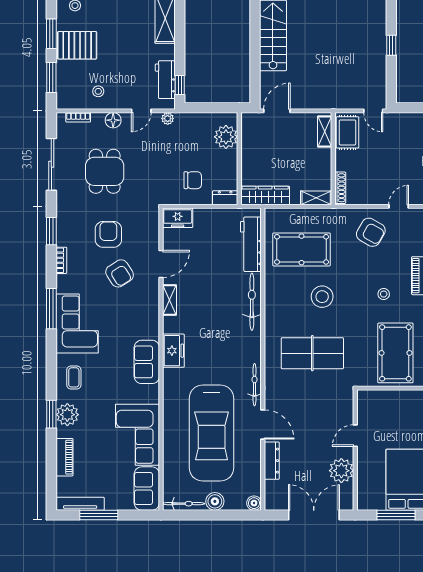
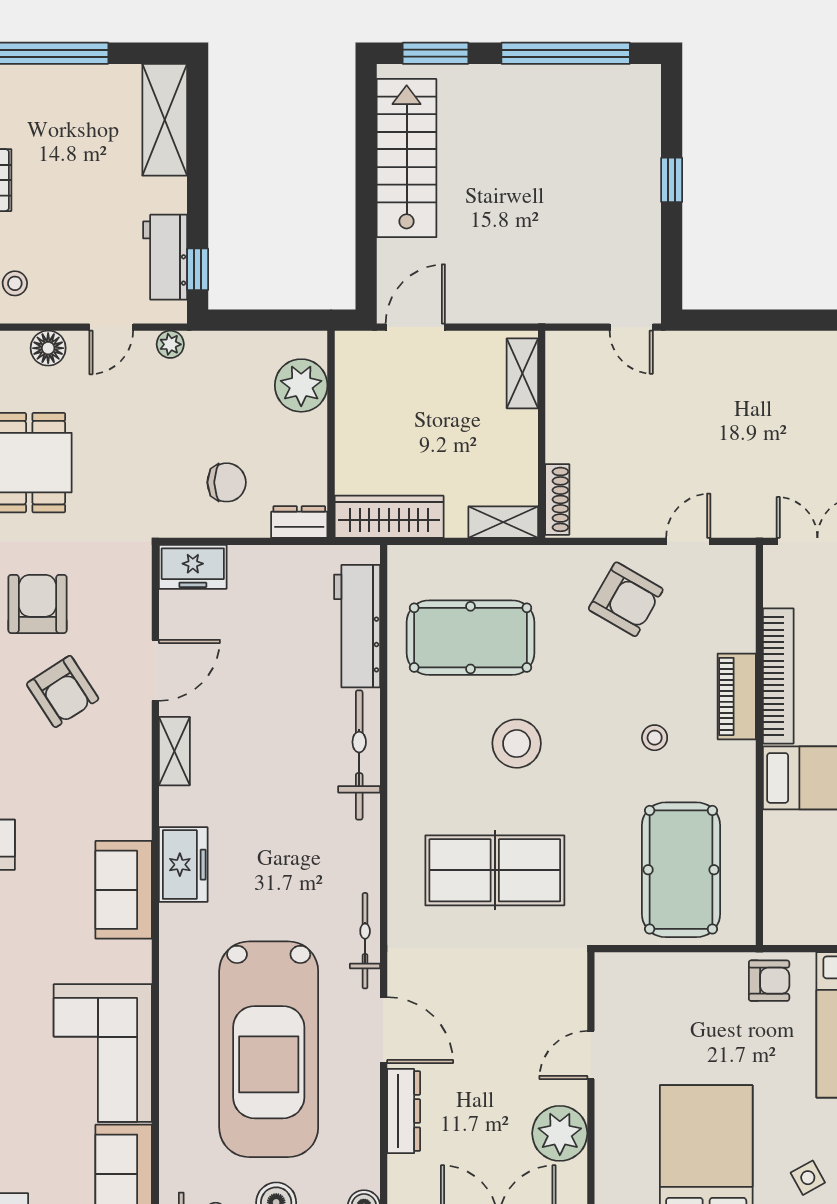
rug: (347, 132) -> (573, 375), removed

